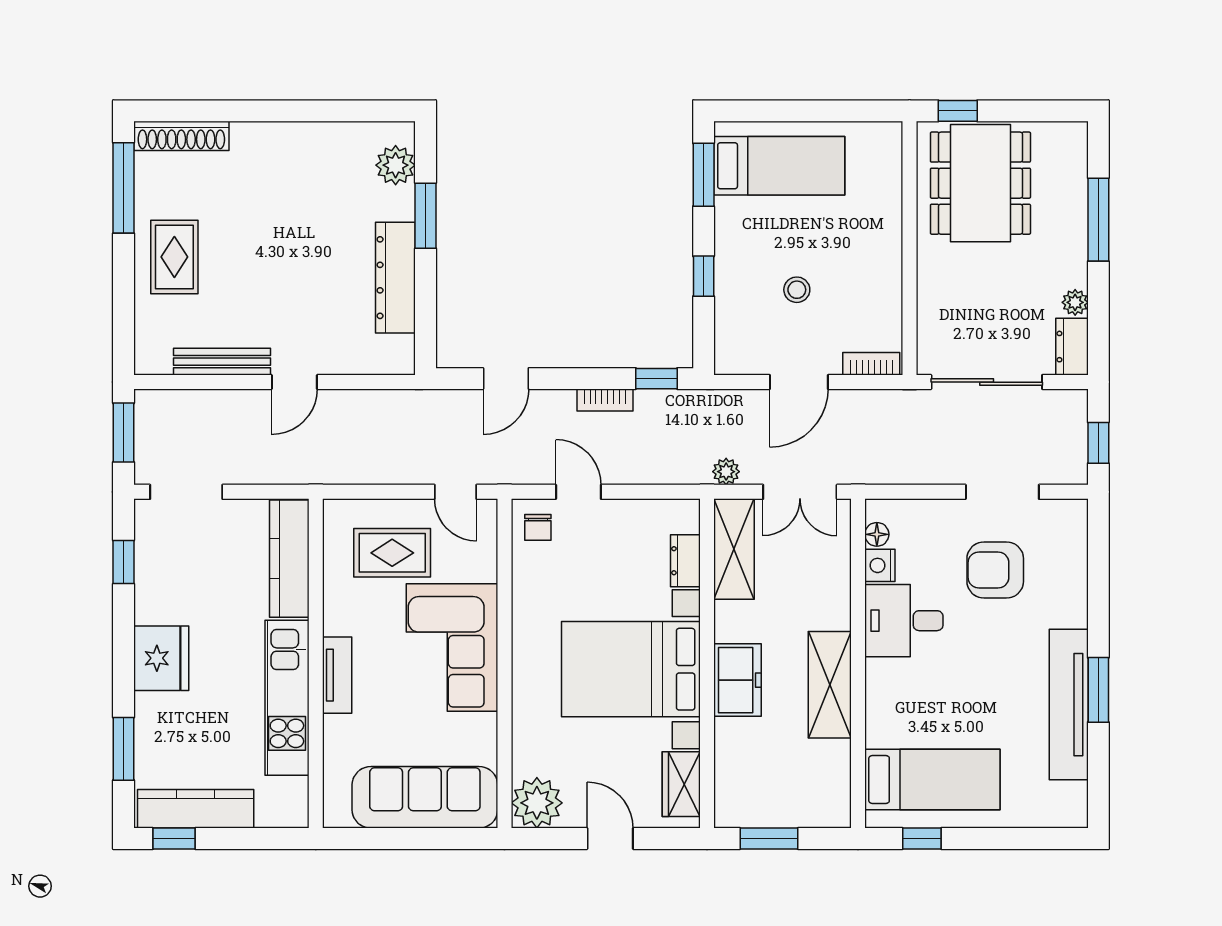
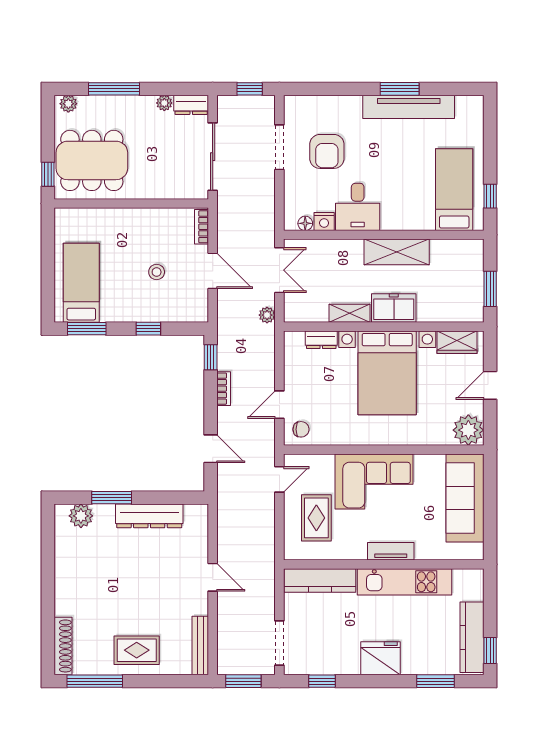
plant: (1074, 145) -> (68, 104), added
bench: (222, 362) -> (200, 646), moved
shelving: (734, 549) -> (350, 313), moved, width x0.67, depth x0.75

